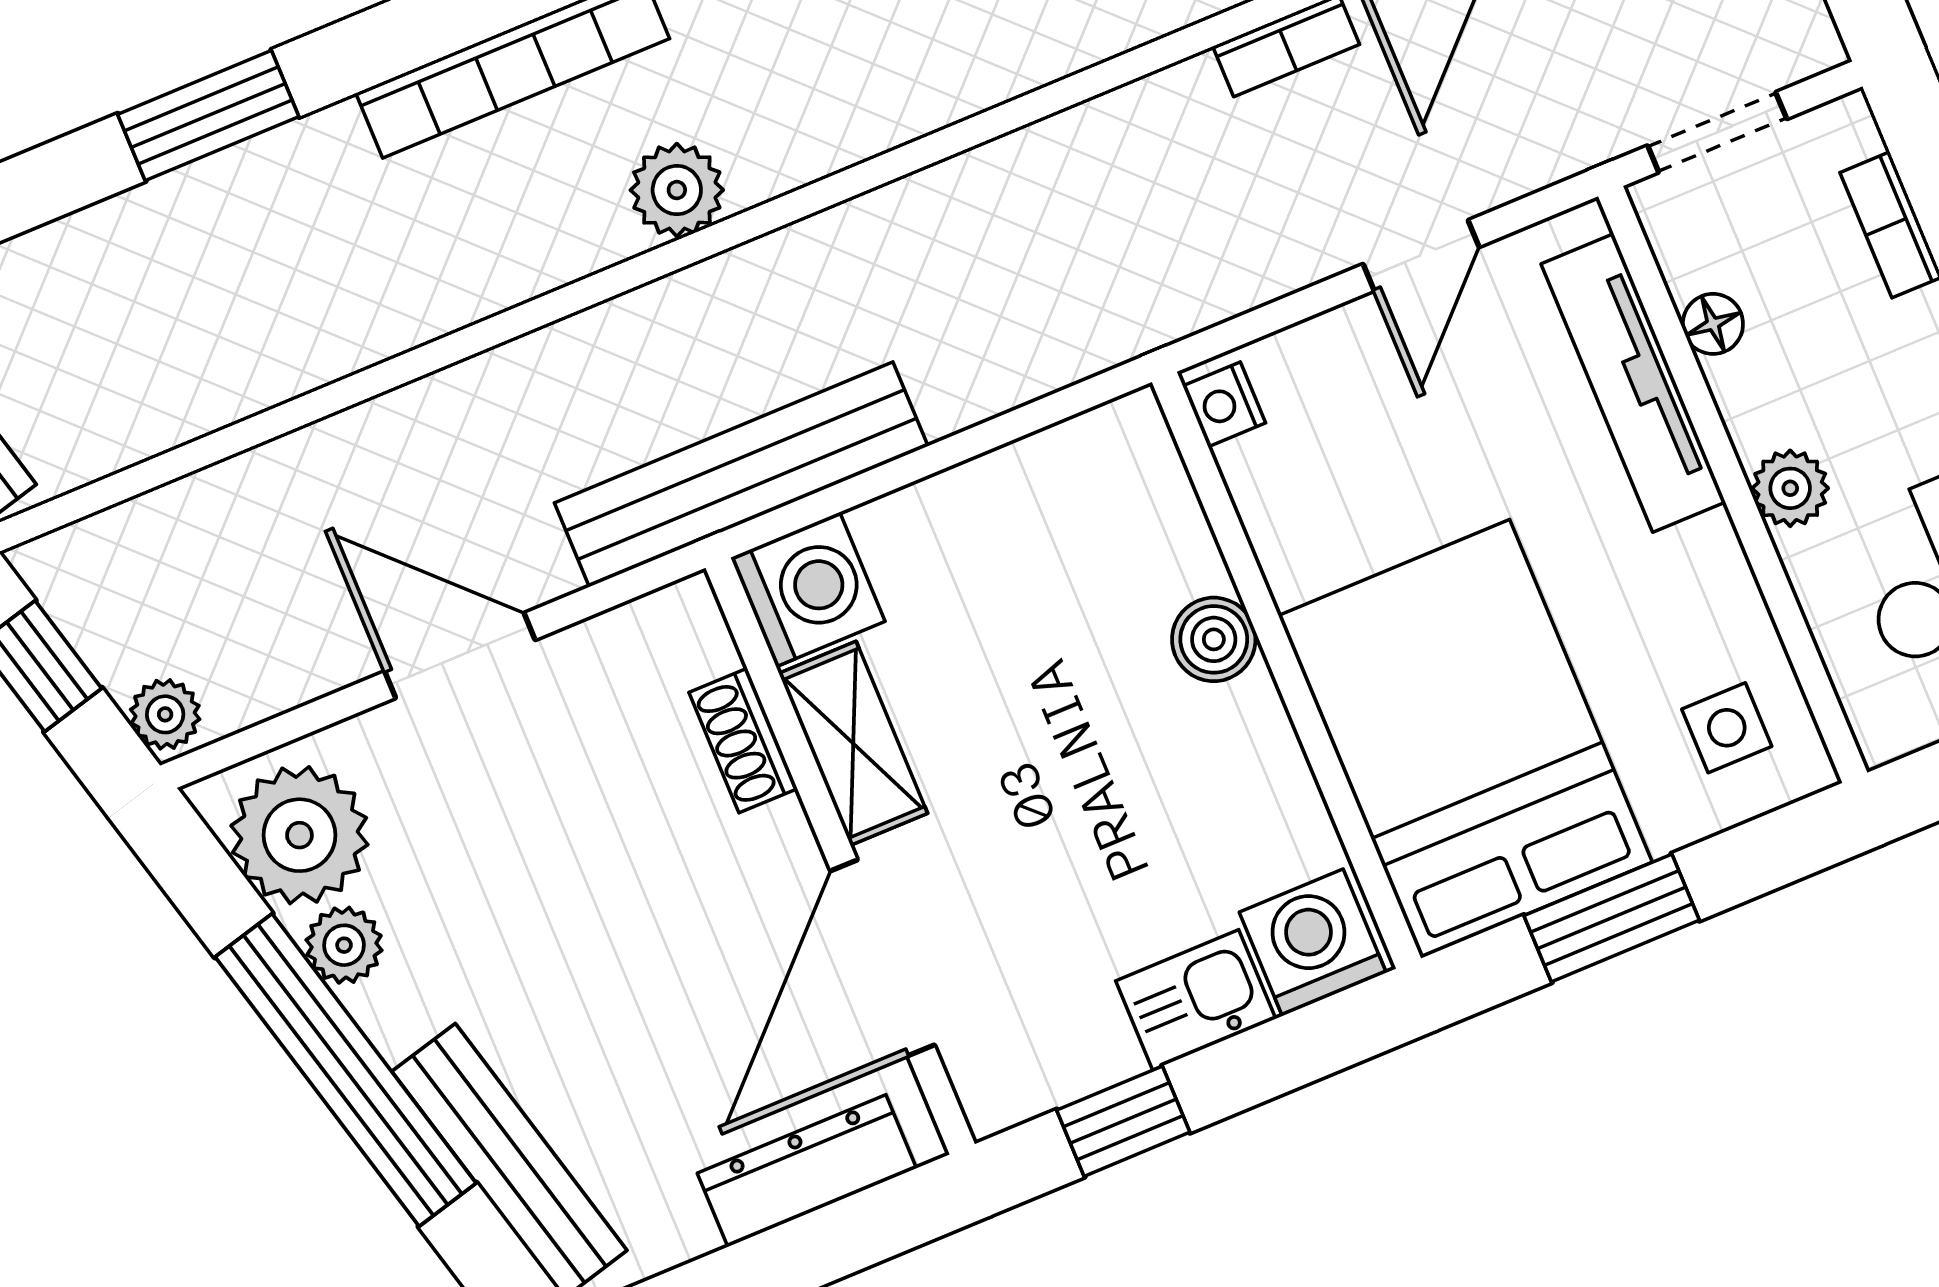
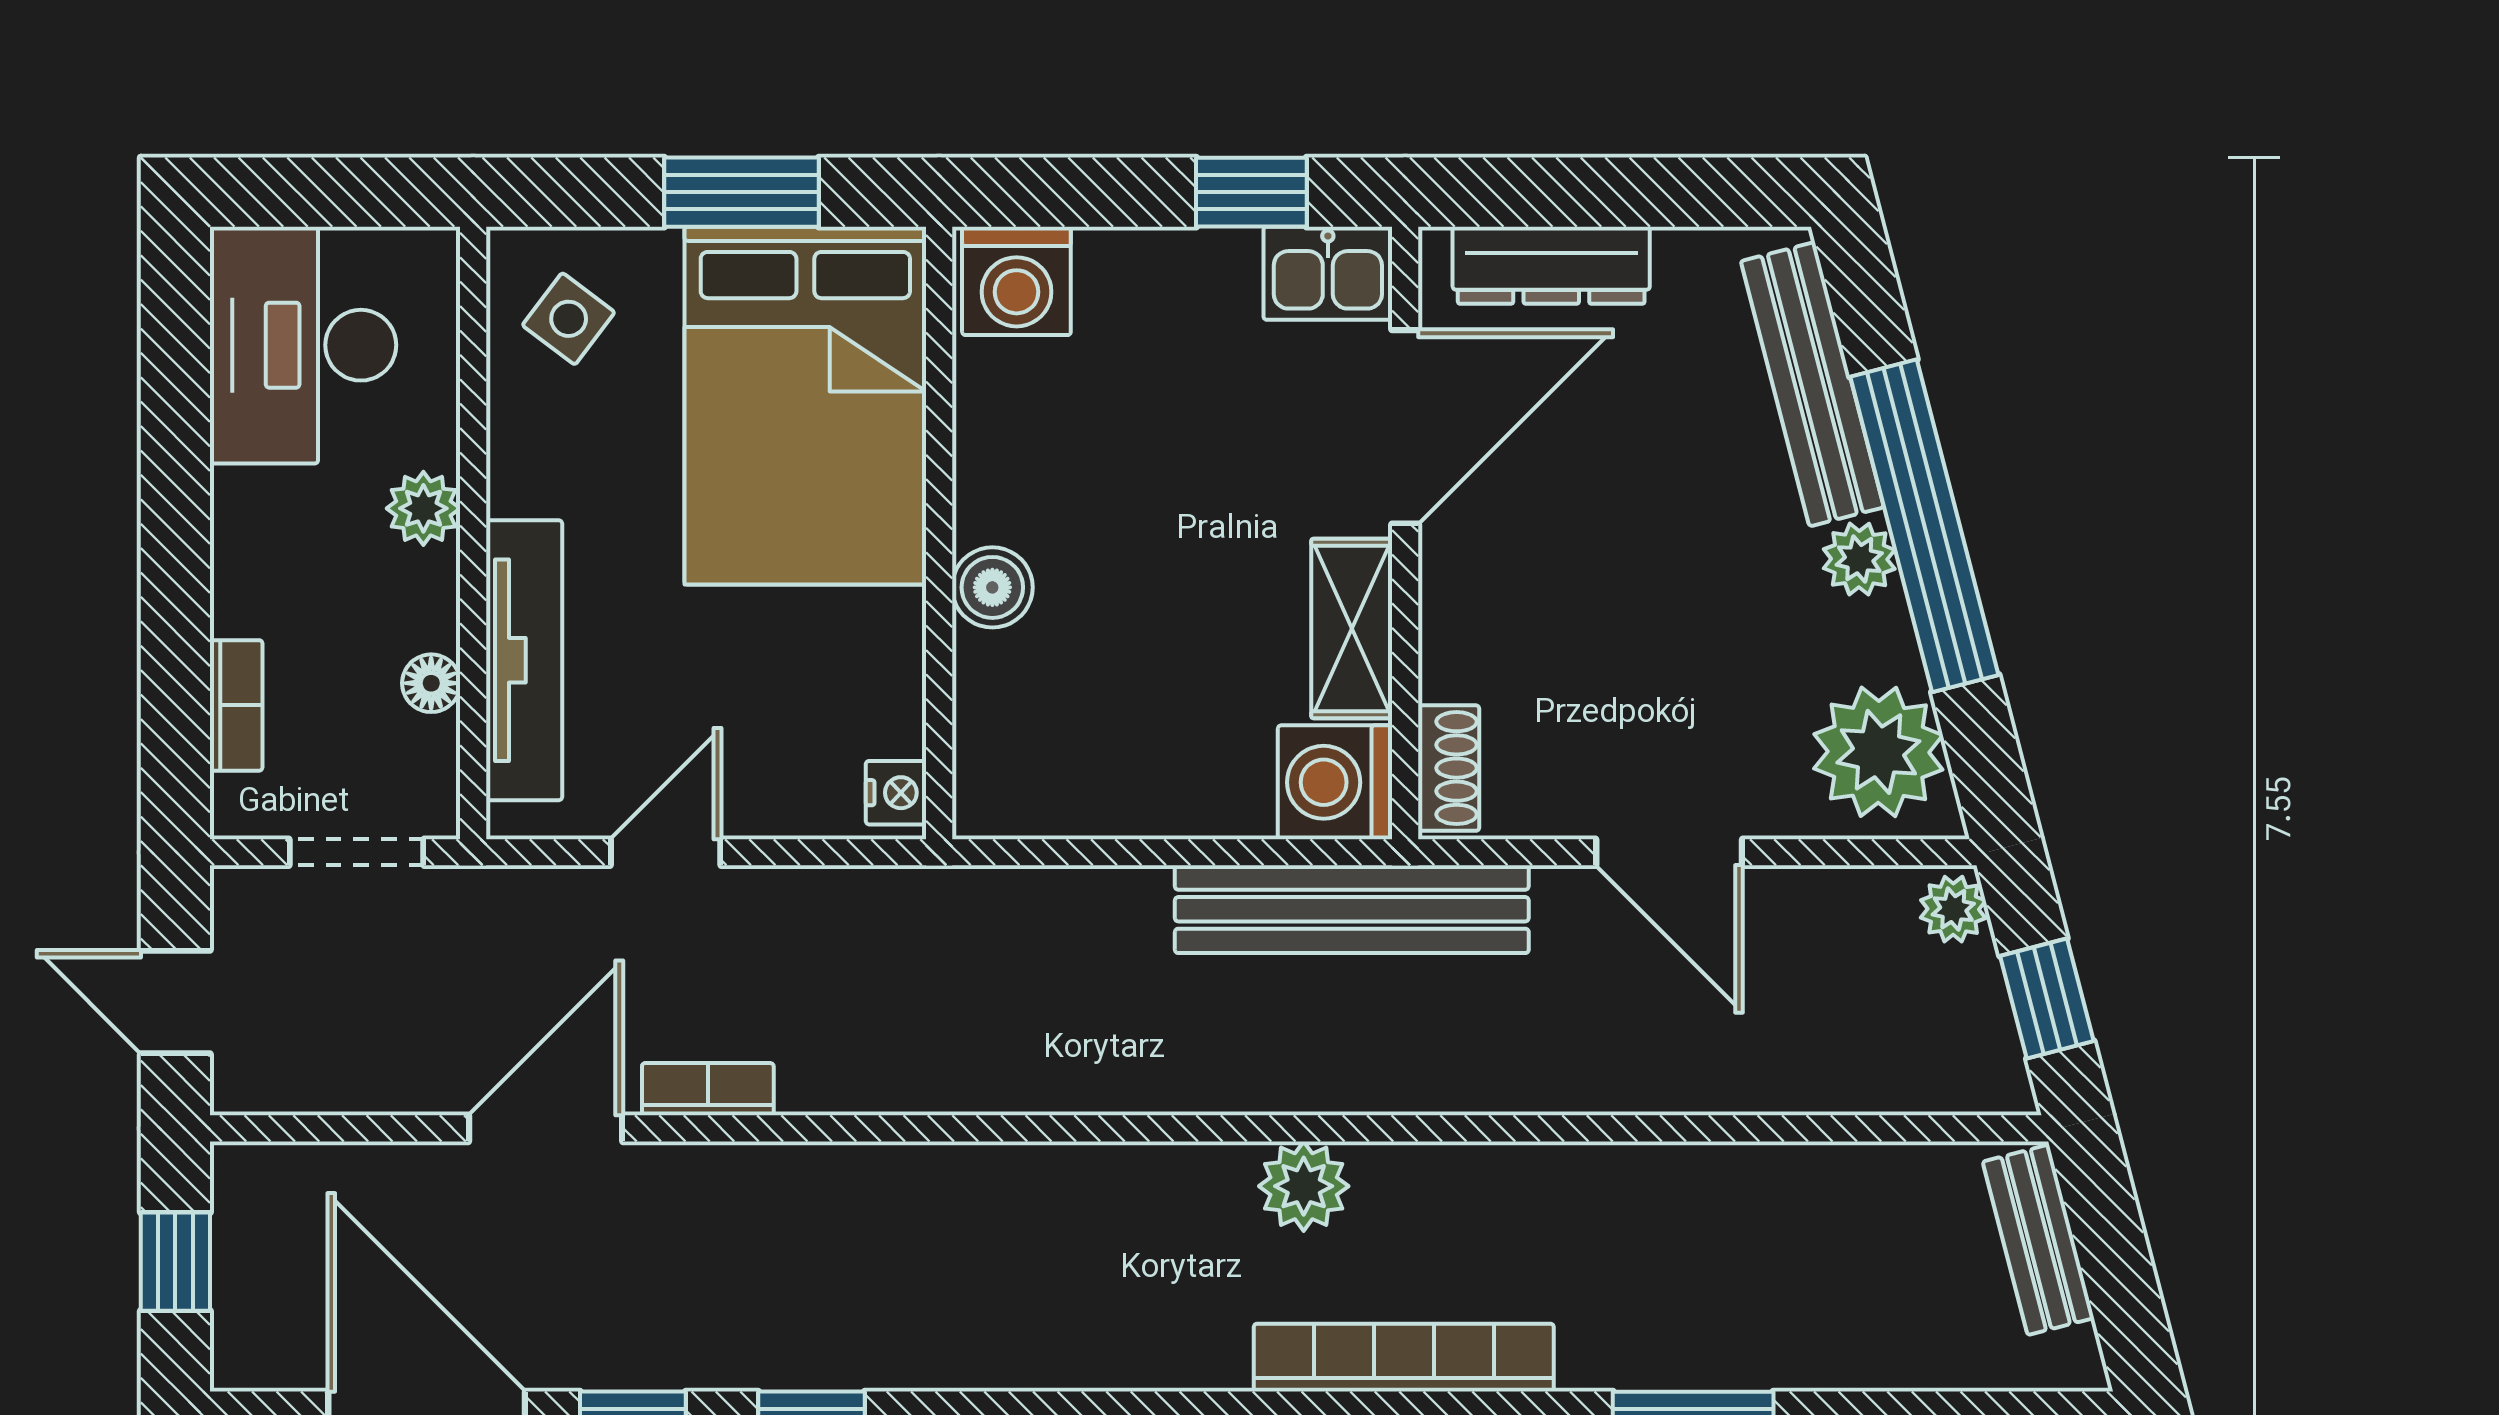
side table: (1727, 728) -> (569, 319), turned 37
shoe rack: (743, 741) -> (1449, 768), moved
plant: (344, 945) -> (1859, 559), moved
kitchen sink: (1196, 1000) -> (1328, 273), moved

